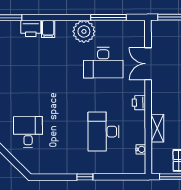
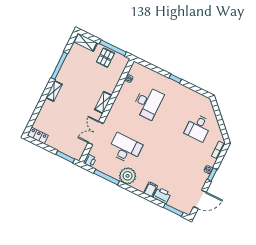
double door: (148, 64) -> (96, 133), swing flipped
printer: (139, 103) -> (90, 161), moved
shelving: (157, 128) -> (103, 102), moved

